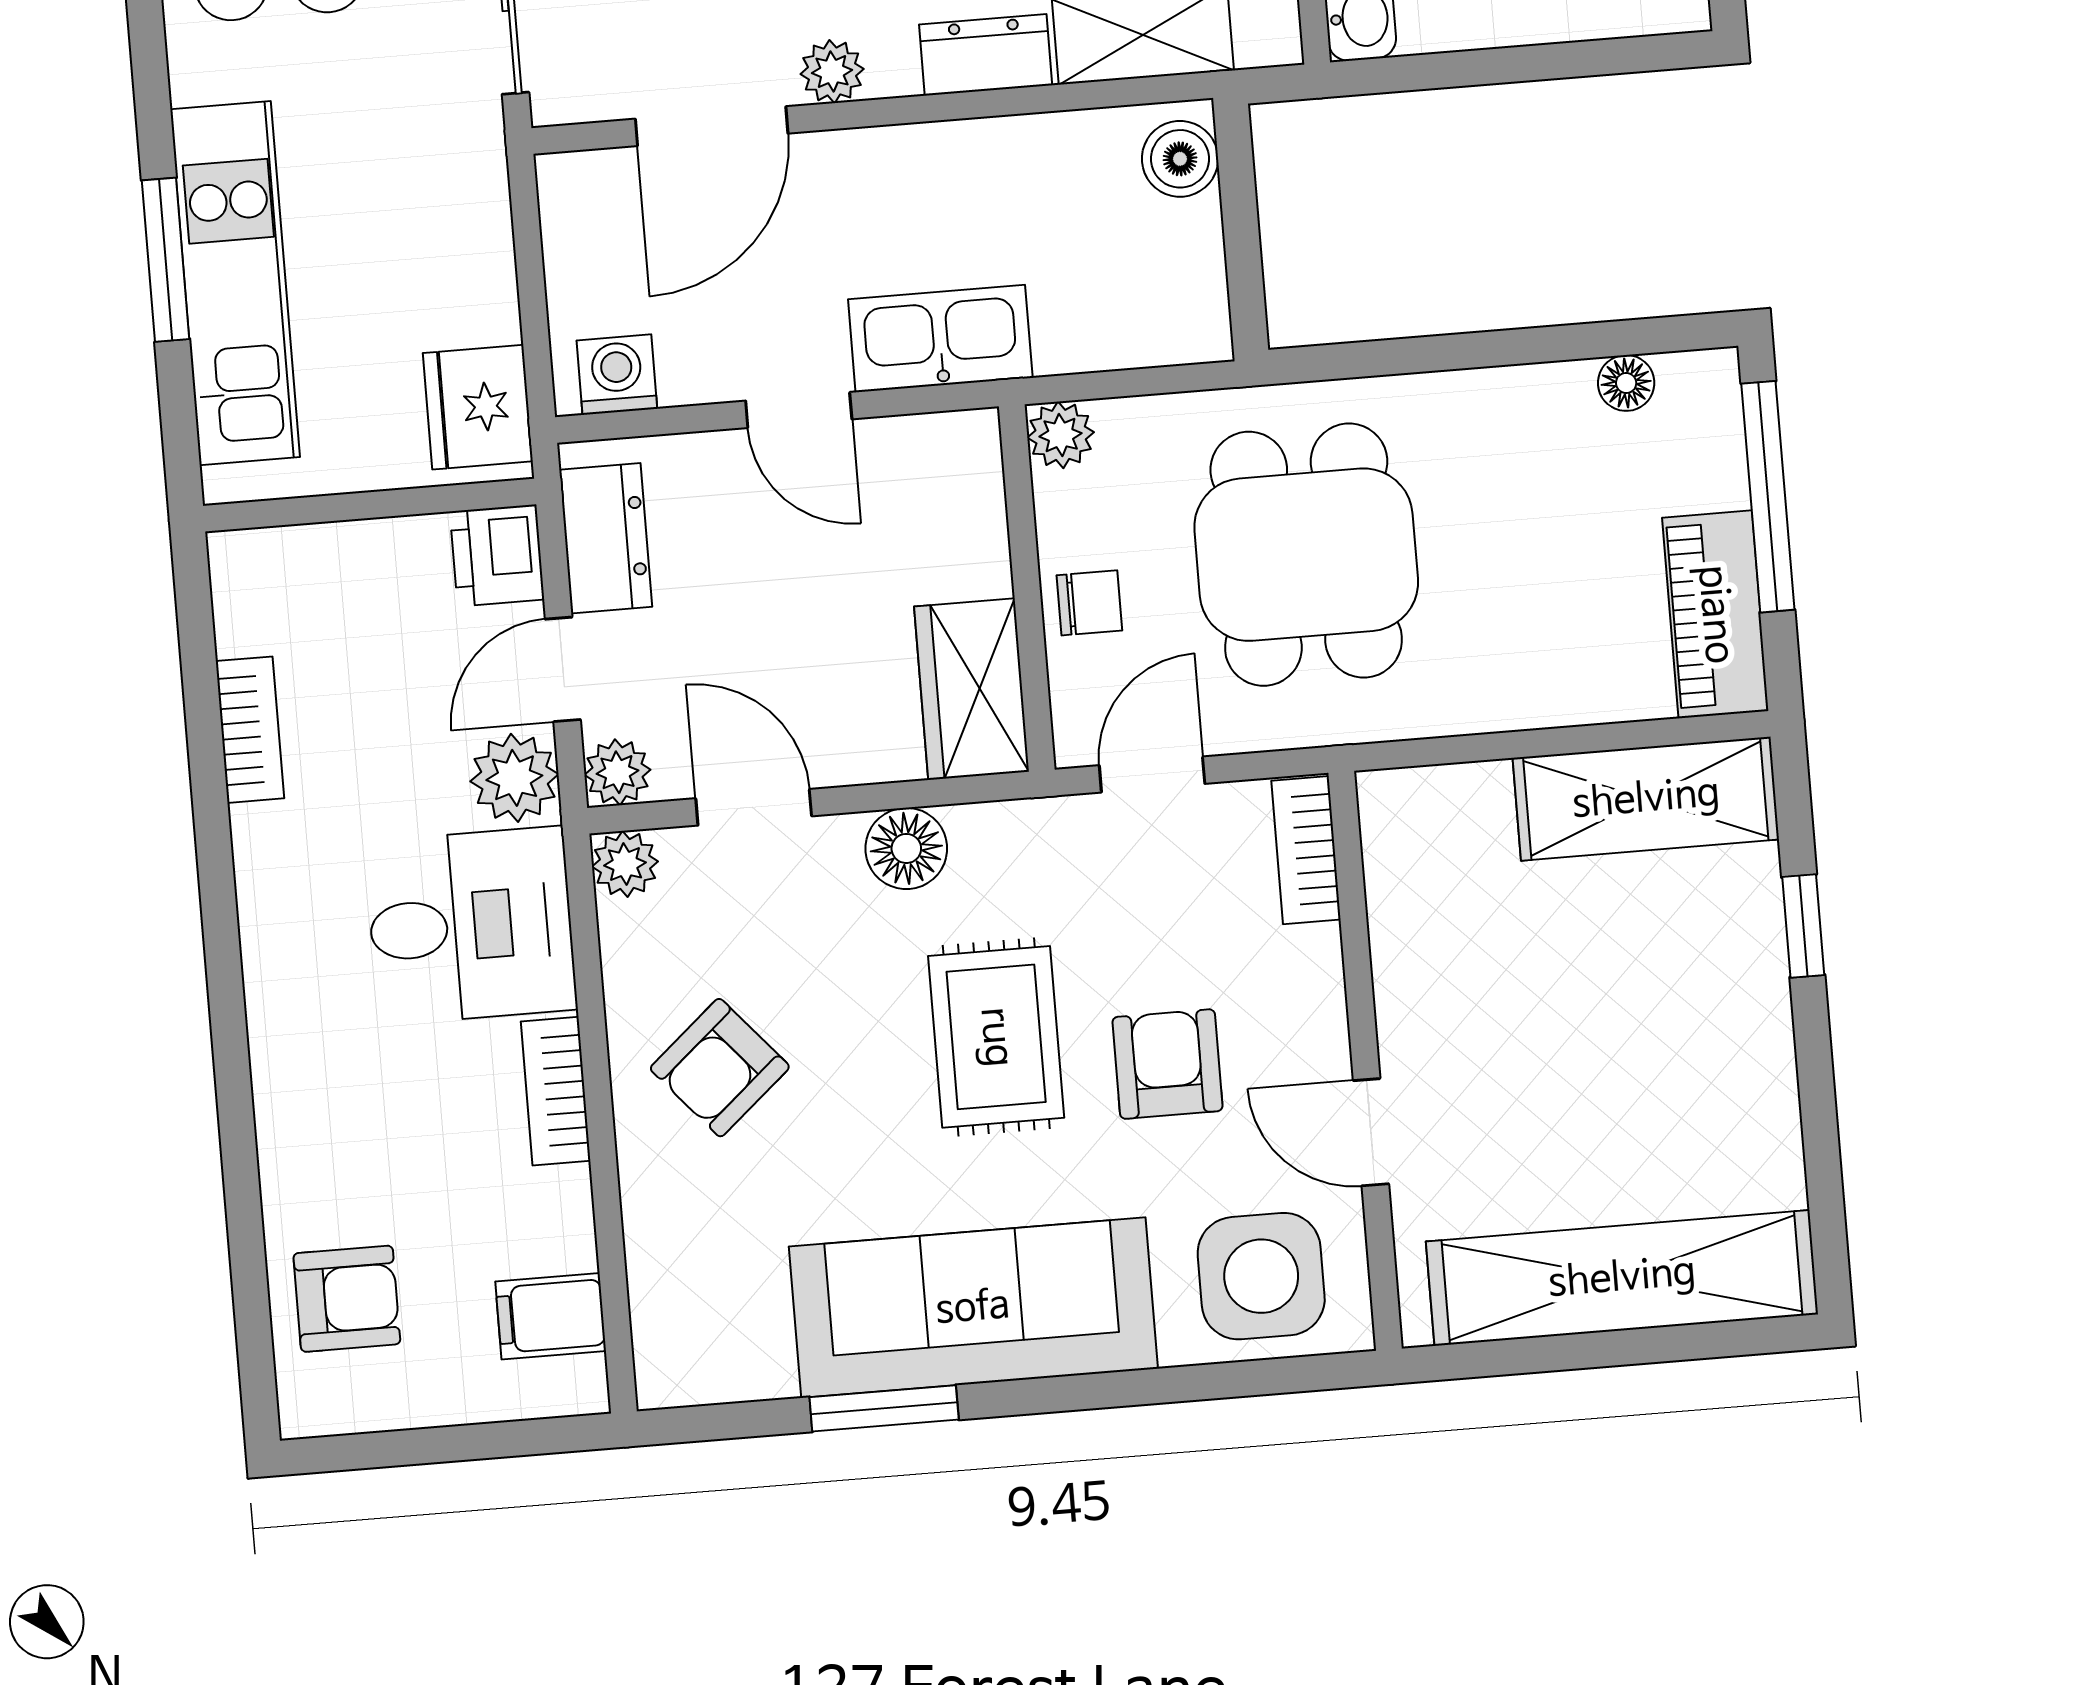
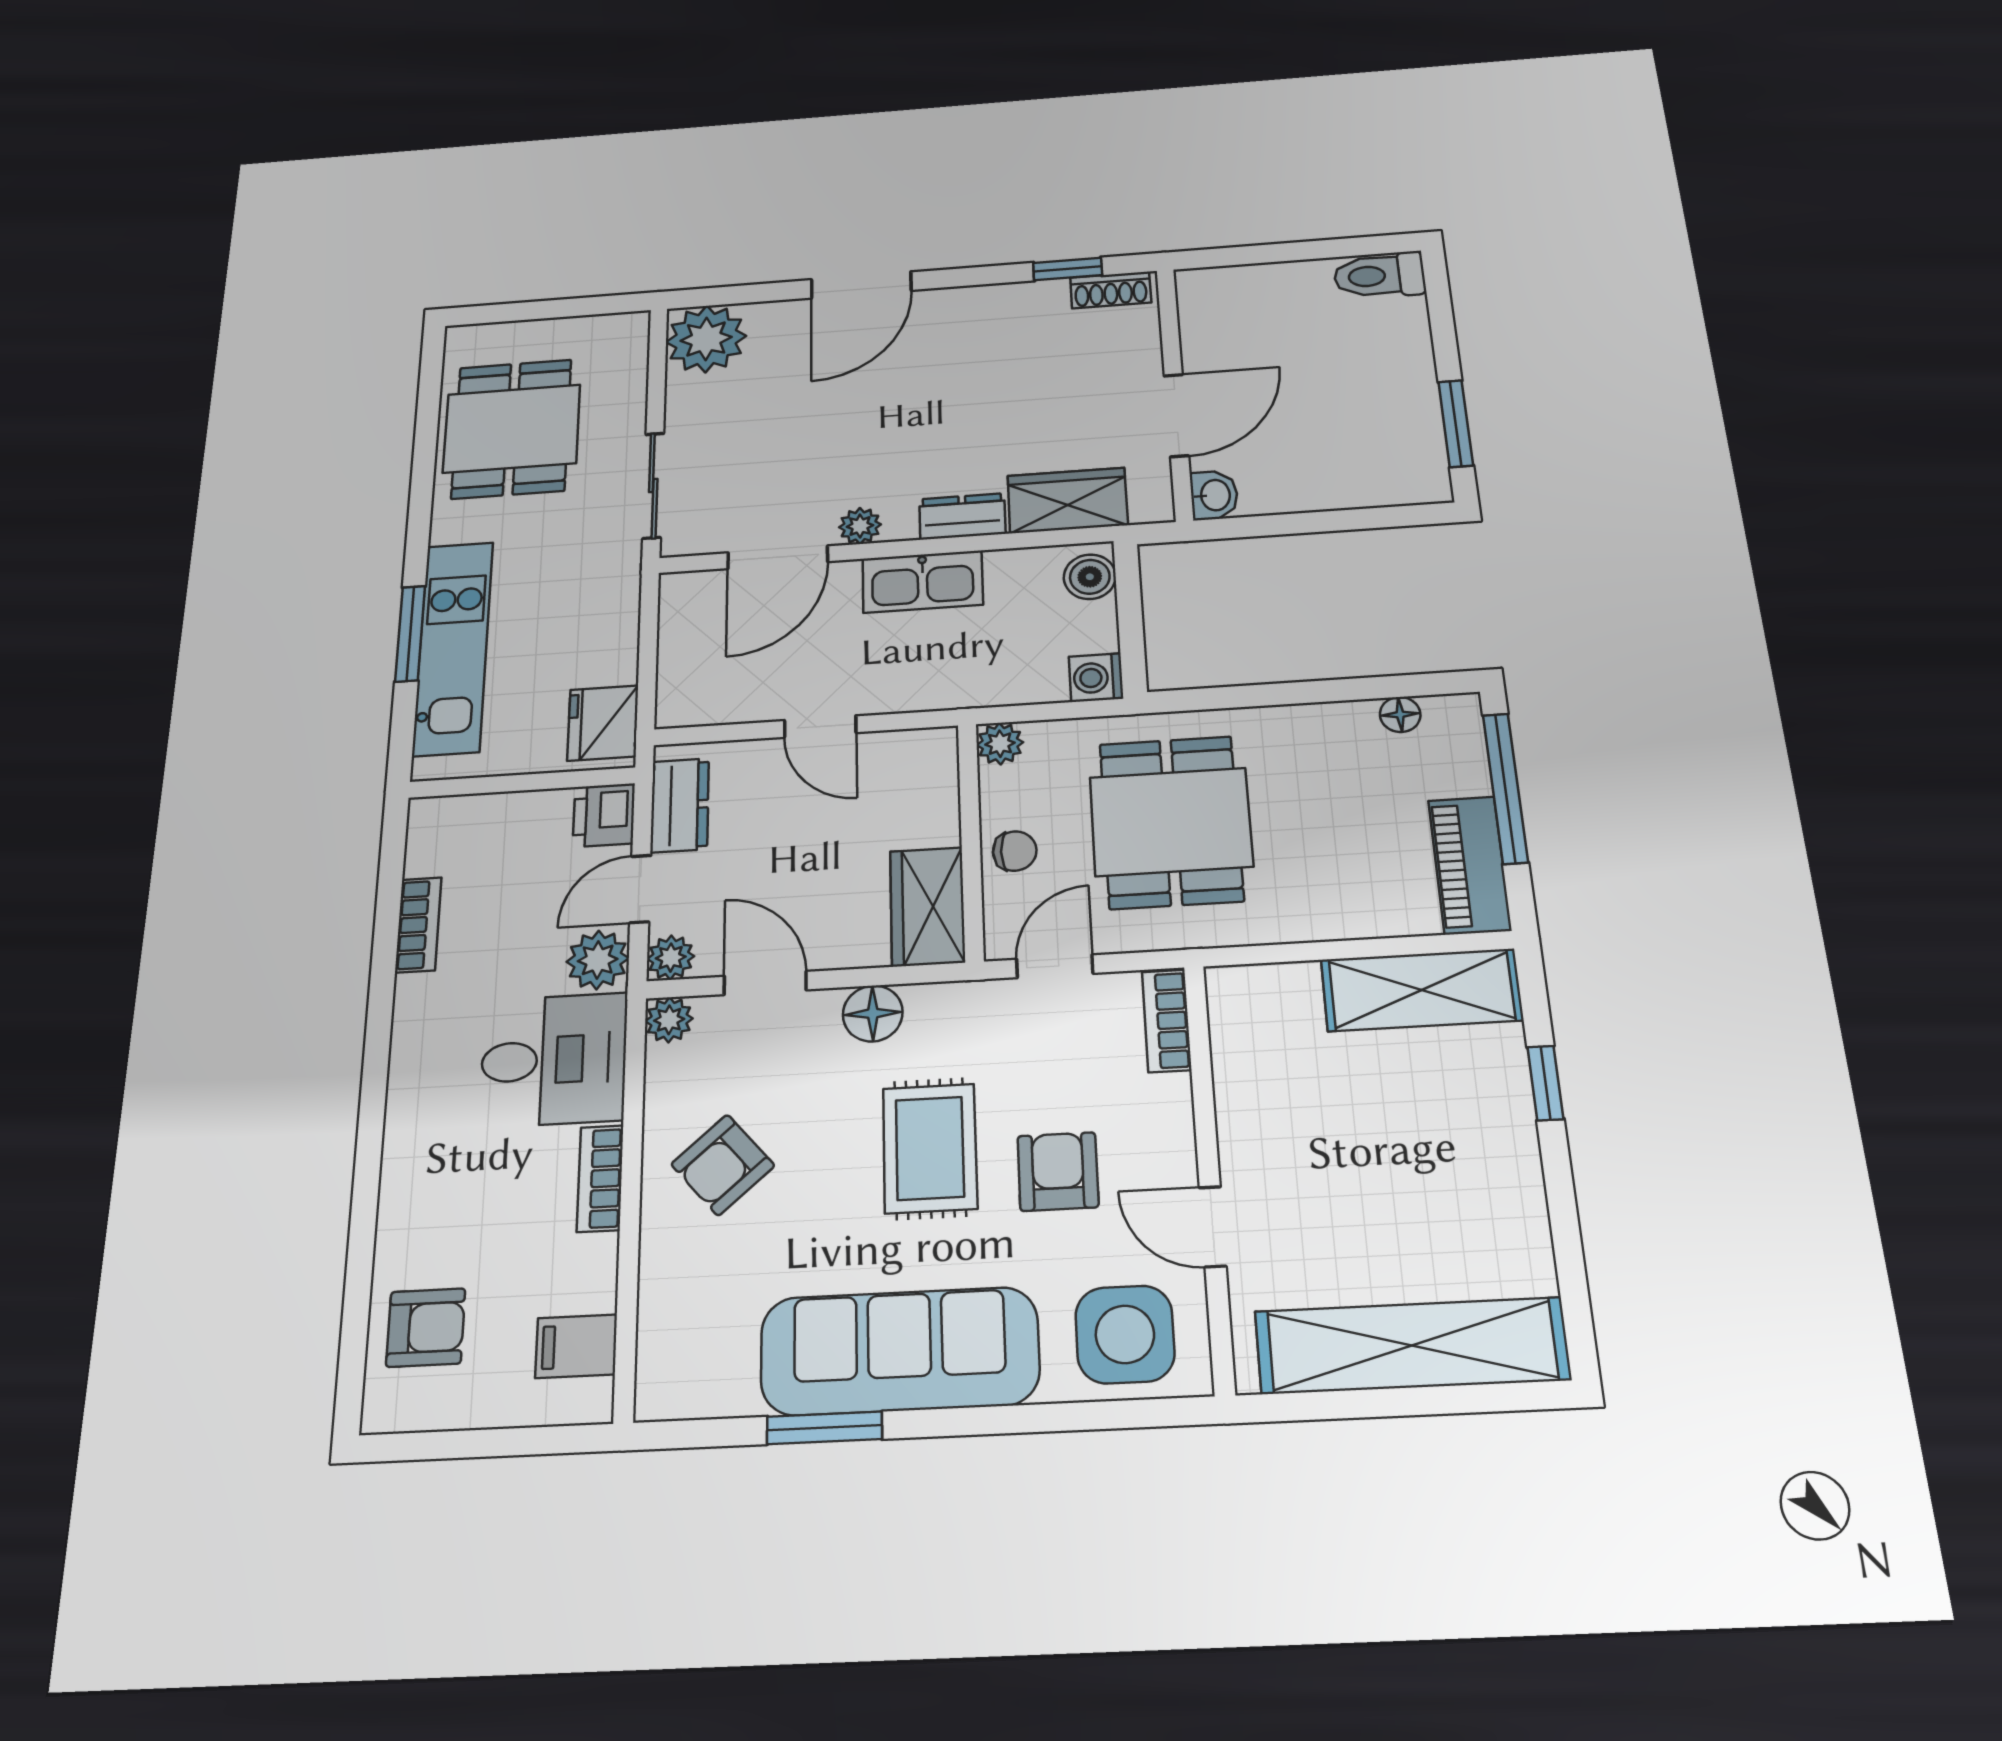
kitchen sink: (940, 339) -> (923, 582), moved, turned 180
washing machine: (617, 375) -> (1096, 678), moved, turned -90

